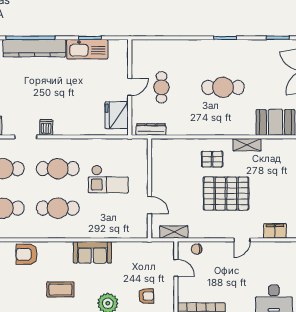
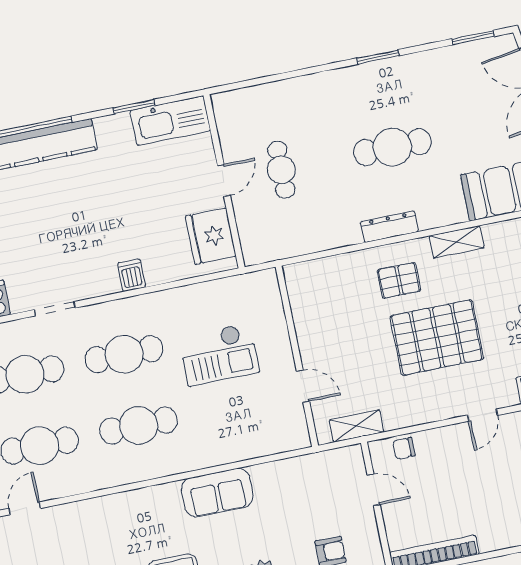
kitchen sink: (87, 49) -> (170, 121), moved
dishwasher: (46, 127) -> (131, 275), moved
dresser: (151, 129) -> (389, 227), moved
armchair: (27, 254) -> (99, 520), removed

